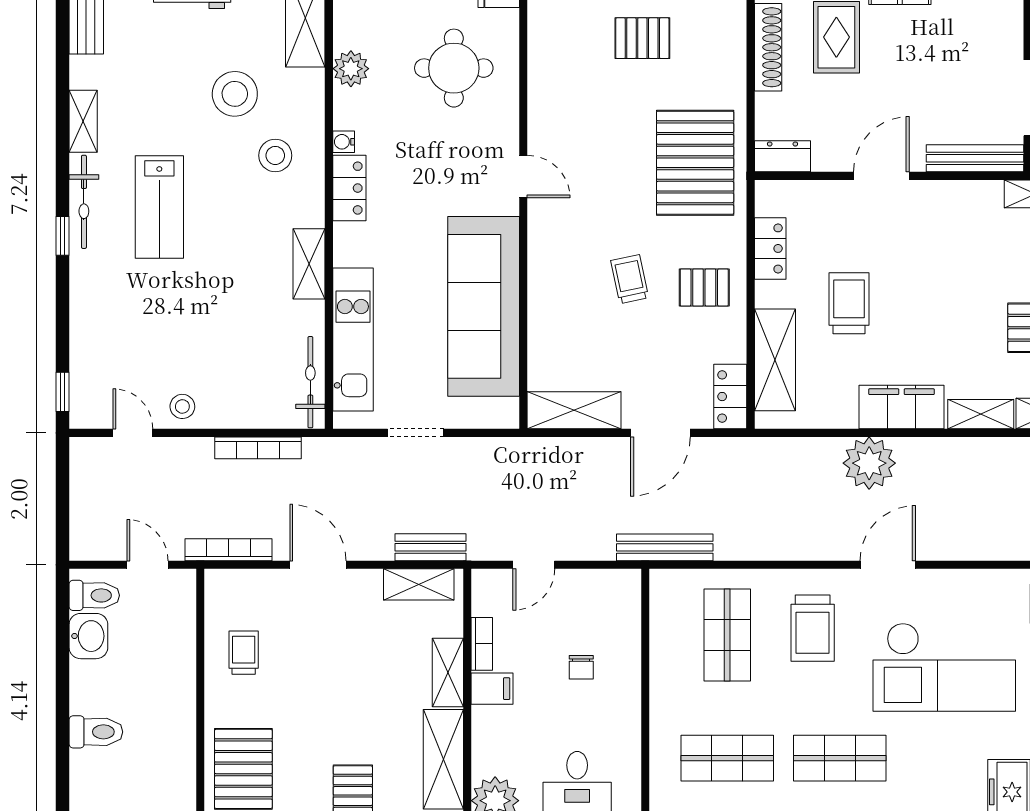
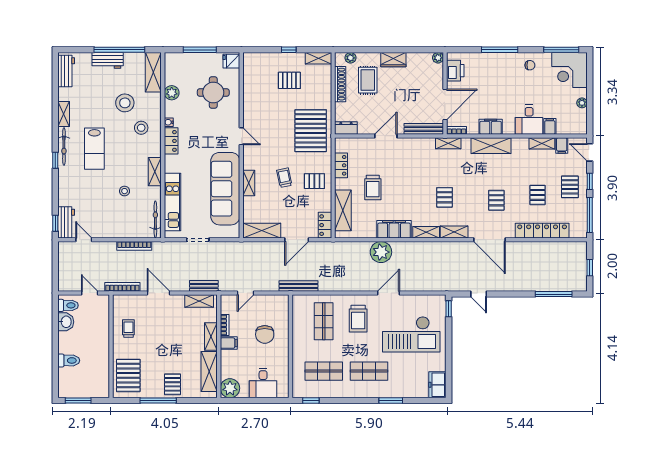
shelving: (542, 292) -> (249, 183), added
trolley: (849, 303) -> (373, 187), turned 180
workbench: (89, 390) -> (66, 222), added
stool: (182, 406) -> (125, 191), moved
chair: (581, 667) -> (265, 334), width x1.87, depth x1.87

